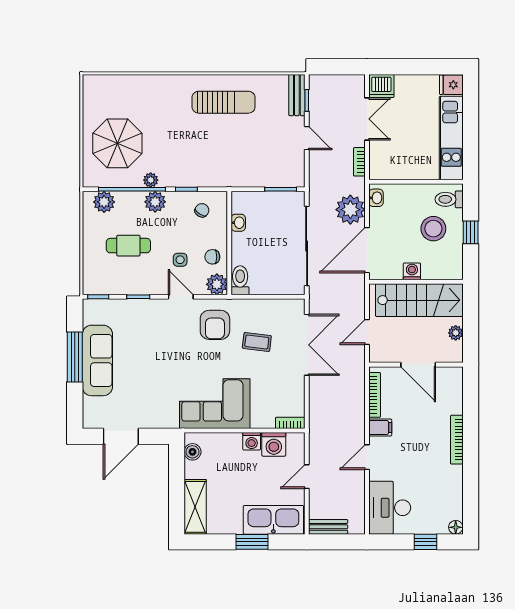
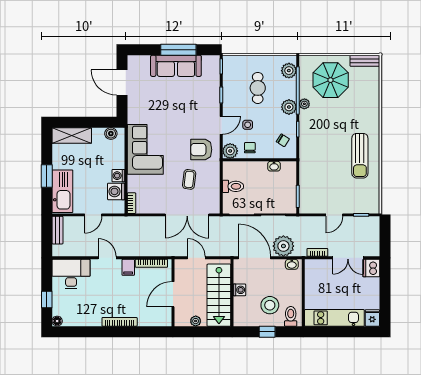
bench: (297, 95) -> (365, 61), moved
toilet: (240, 280) -> (233, 186), moved
door: (307, 477) -> (93, 215), swing flipped

